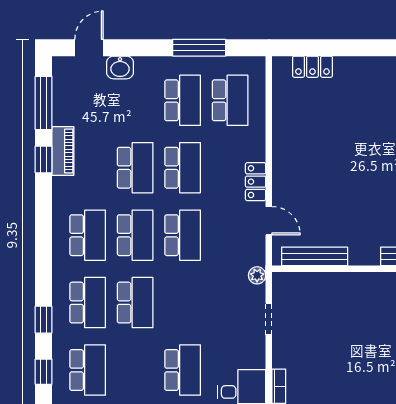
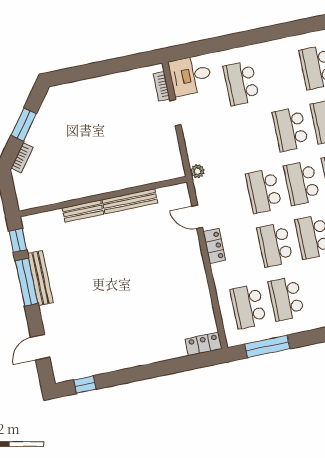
window: (199, 48) -> (267, 346), moved
locker: (312, 67) -> (204, 344), moved
bench: (315, 256) -> (130, 201), moved
doorway: (269, 319) -> (175, 113), moved

